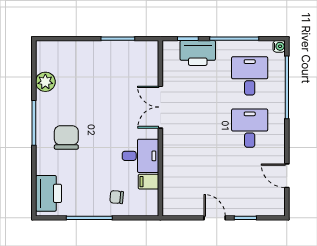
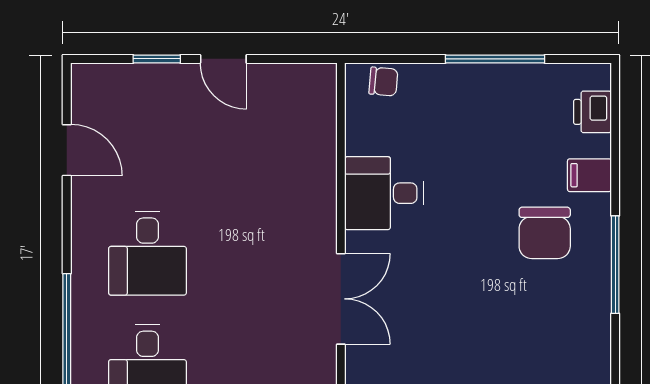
plant: (45, 82) -> (590, 354), removed
filing cabinet: (148, 182) -> (589, 175), moved, turned 180
printer: (48, 193) -> (592, 112), width x0.53, depth x0.68
chair: (117, 197) -> (383, 82), moved

